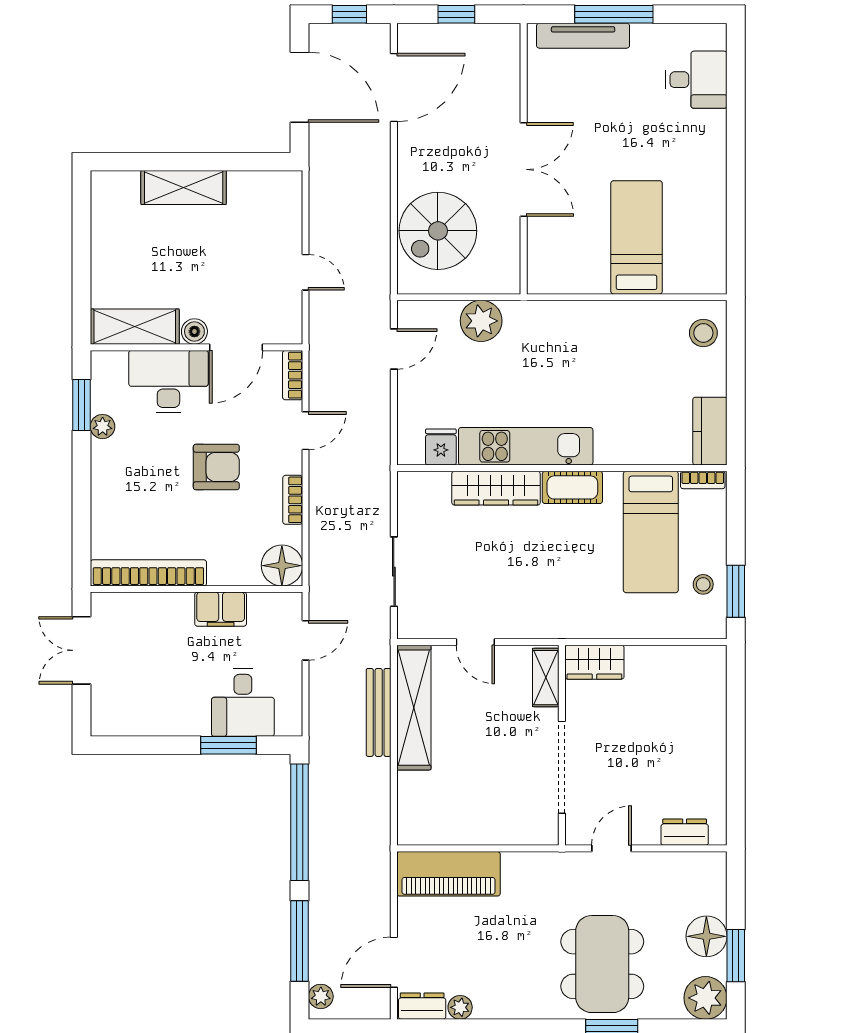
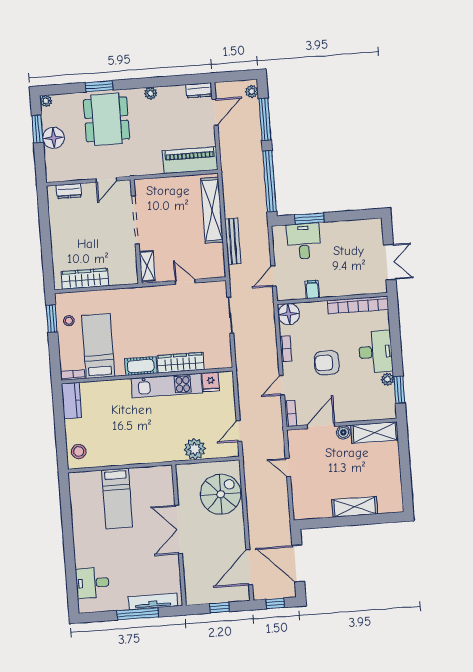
desk: (168, 381) -> (376, 352), moved, turned -90
filing cabinet: (221, 609) -> (312, 289), width x0.50
wardrobe: (594, 662) -> (85, 279), moved, width x1.50
shelving: (414, 708) -> (212, 210), moved
plant: (706, 998) -> (46, 101), width x0.53, depth x0.53
plant: (460, 1007) -> (151, 93), moved

